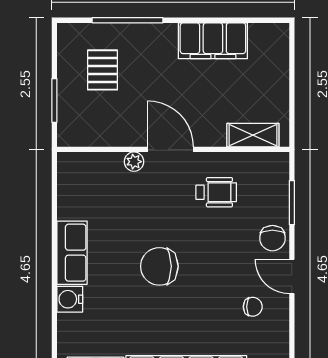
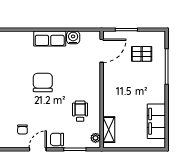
filing cabinet: (213, 41) -> (156, 121), moved
door: (170, 149) -> (102, 51), moved
plant: (134, 162) -> (96, 138), moved
wheelchair: (216, 192) -> (80, 111), turned 180
water cooler: (70, 299) -> (73, 37), moved

